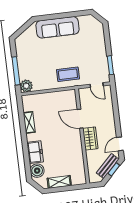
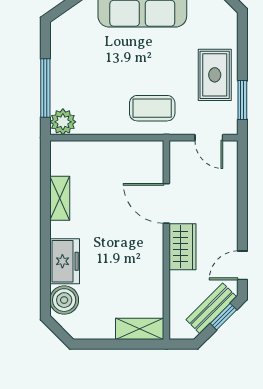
rug: (96, 55) -> (215, 75), added
shelving: (59, 182) -> (140, 329), moved

